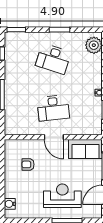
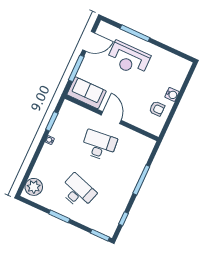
armchair: (28, 164) -> (157, 109), moved
water cooler: (10, 204) -> (172, 94), moved

